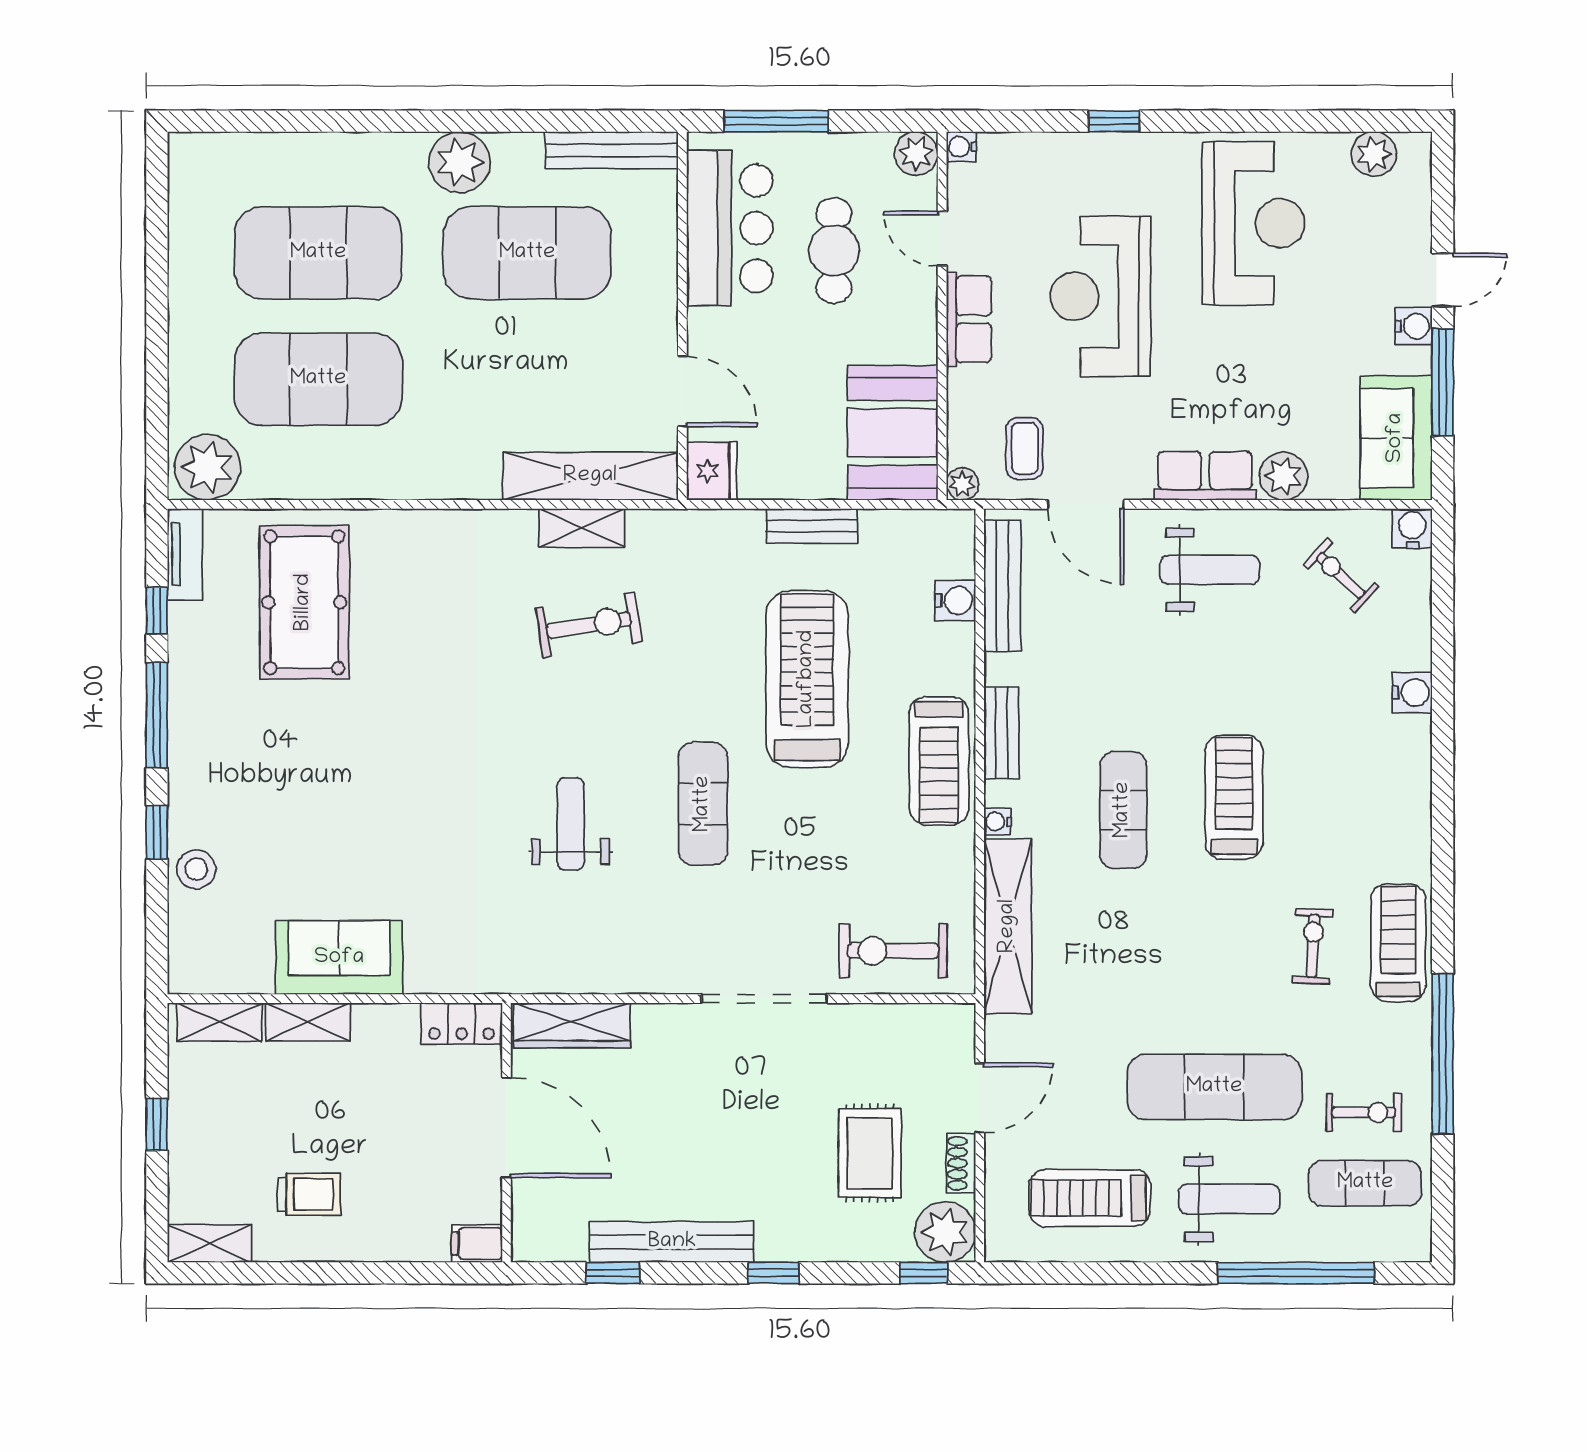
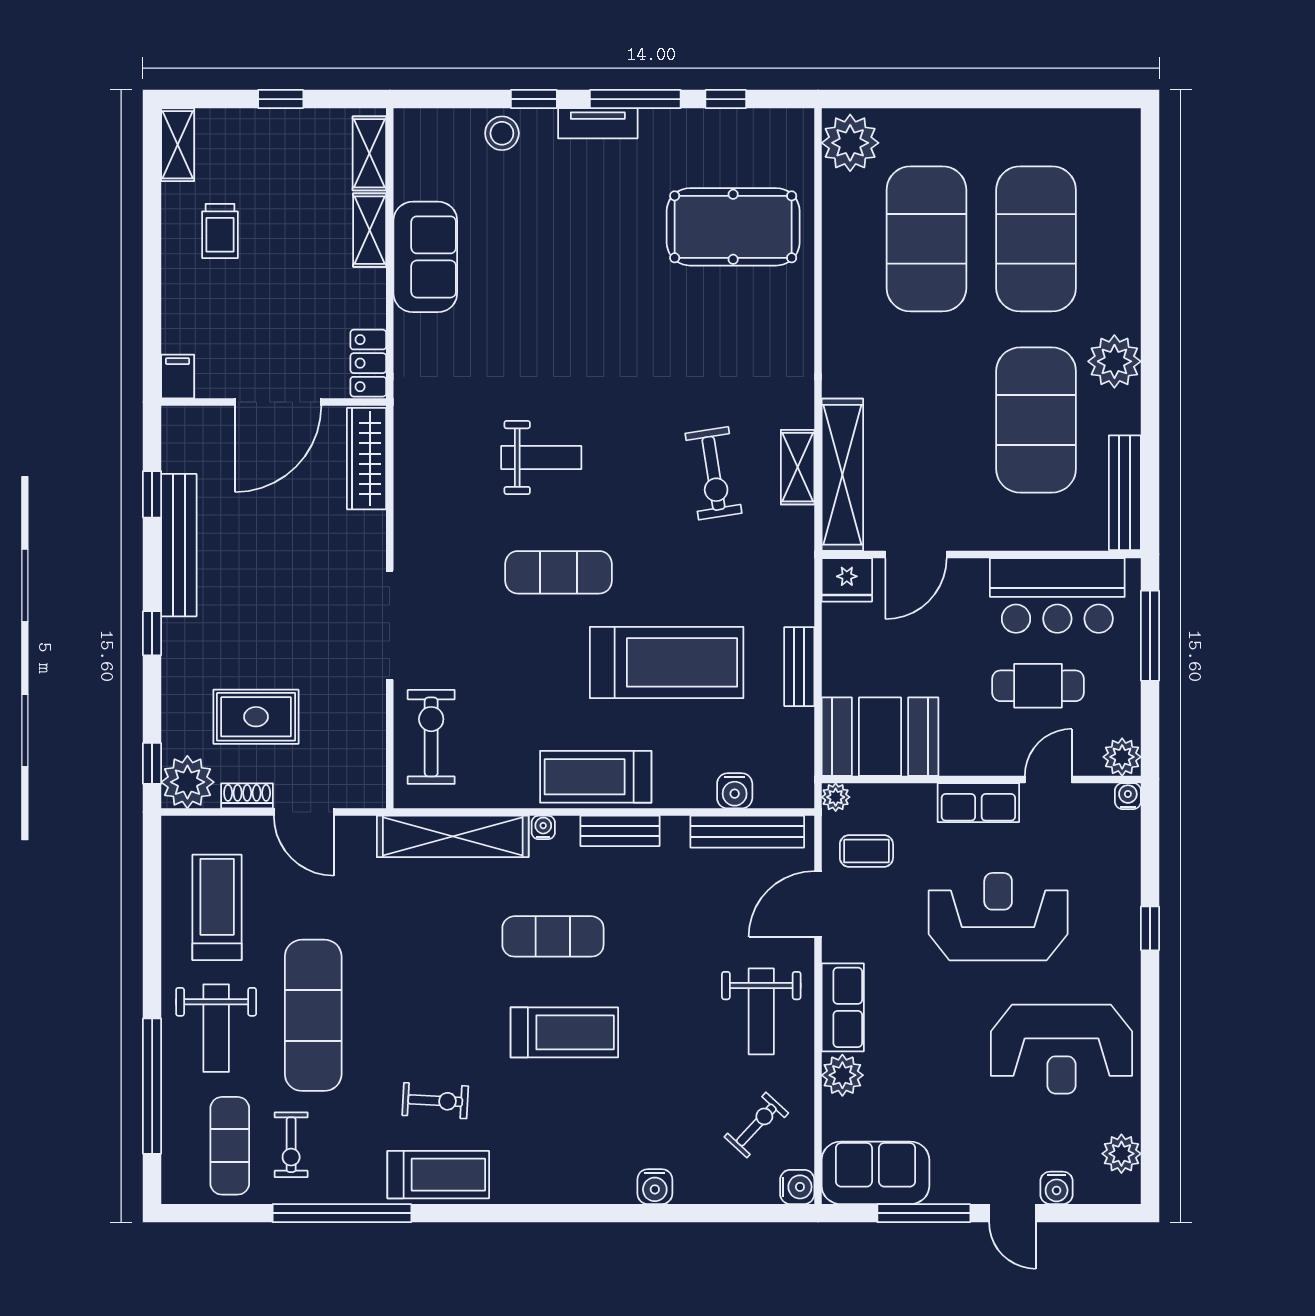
water cooler: (1413, 326) -> (1057, 1188), moved
tv unit: (185, 554) -> (598, 123), moved

